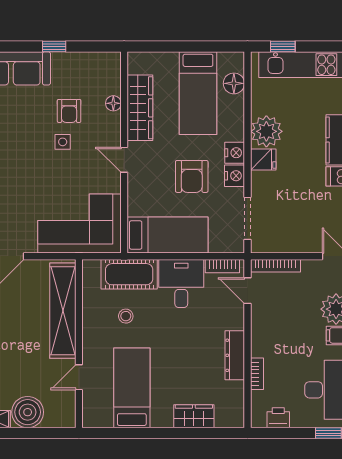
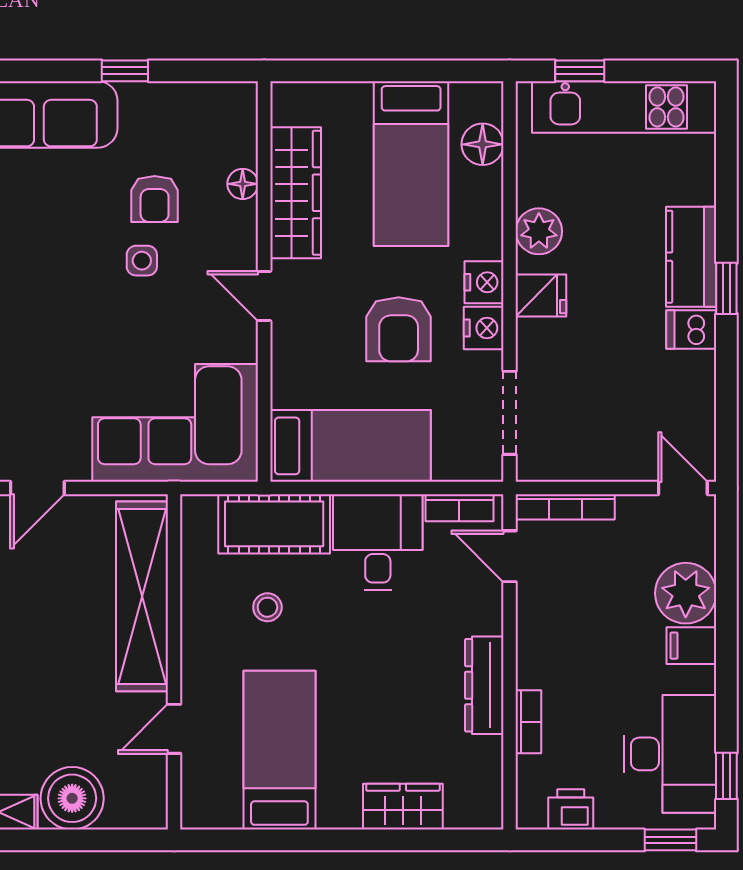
plant: (266, 131) -> (539, 231), width x0.73, depth x0.73

